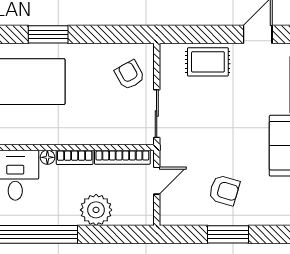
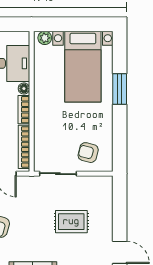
rug: (208, 62) -> (71, 222), moved, turned 90
armchair: (130, 75) -> (88, 153), turned -137

